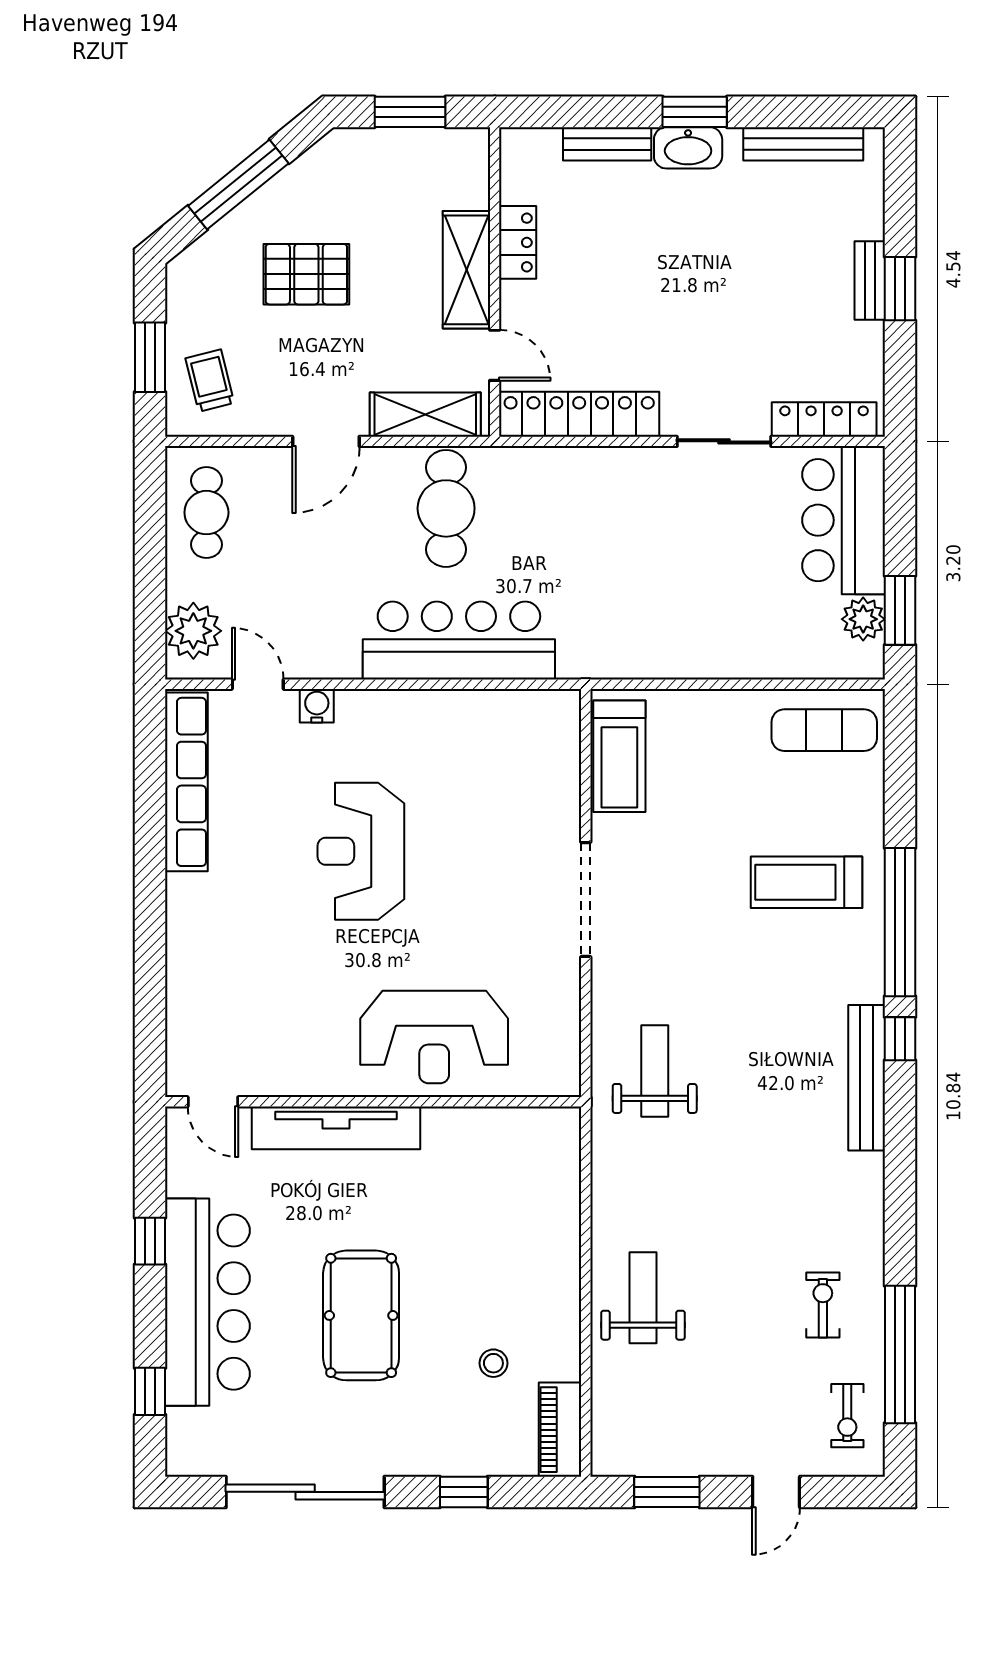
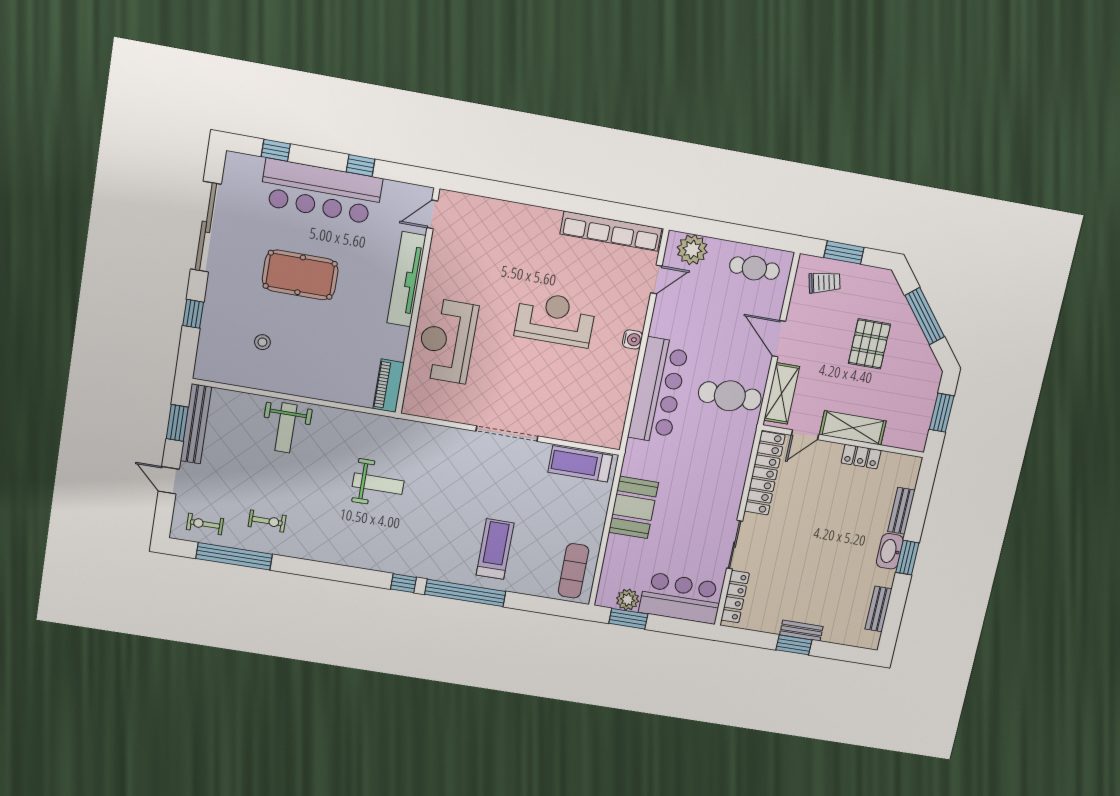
bench: (803, 144) -> (878, 609), width x0.73
booth: (685, 643) -> (634, 507), added
water cooler: (317, 706) -> (632, 339), moved
weight bench: (655, 1071) -> (378, 484), moved
bench: (867, 1078) -> (196, 424), moved, turned 90
weight bench: (643, 1298) -> (286, 428), turned 90
piano: (560, 1430) -> (389, 386), moved, turned -90

